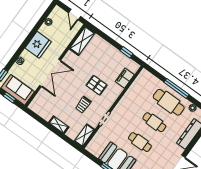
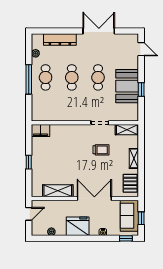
shelving: (82, 41) -> (58, 191), moved
window: (127, 52) -> (29, 162), moved
filing cabinet: (125, 78) -> (40, 130), moved
pallet: (97, 85) -> (130, 183), moved
cafe table: (169, 102) -> (46, 77), width x0.73, depth x0.74

